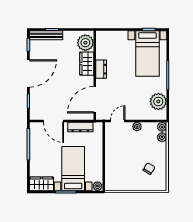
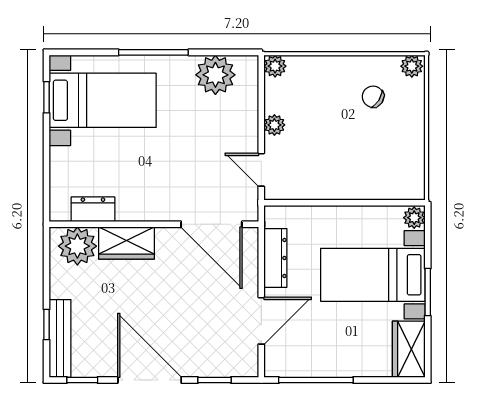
dresser: (101, 69) -> (93, 209), moved
plant: (162, 137) -> (412, 66), moved

